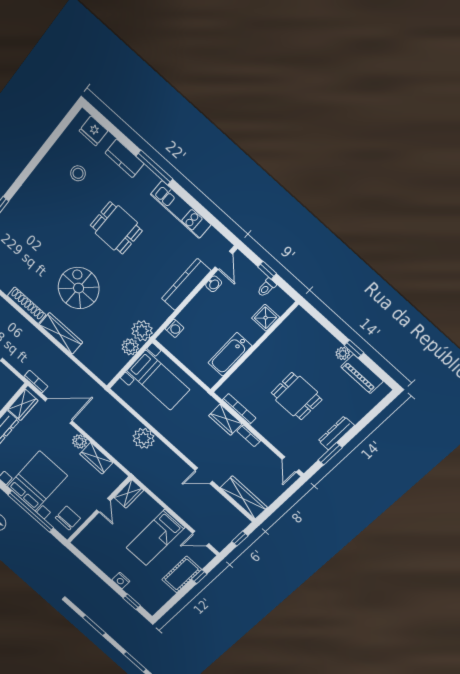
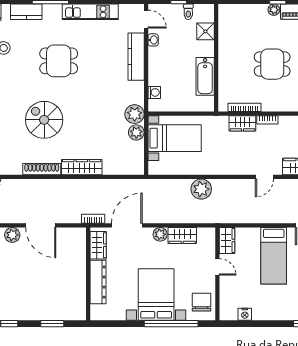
spiral stairs: (79, 288) -> (44, 120), moved
nightstand: (121, 581) -> (245, 314), moved

